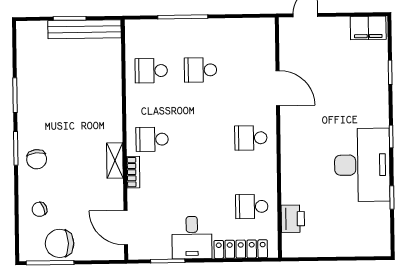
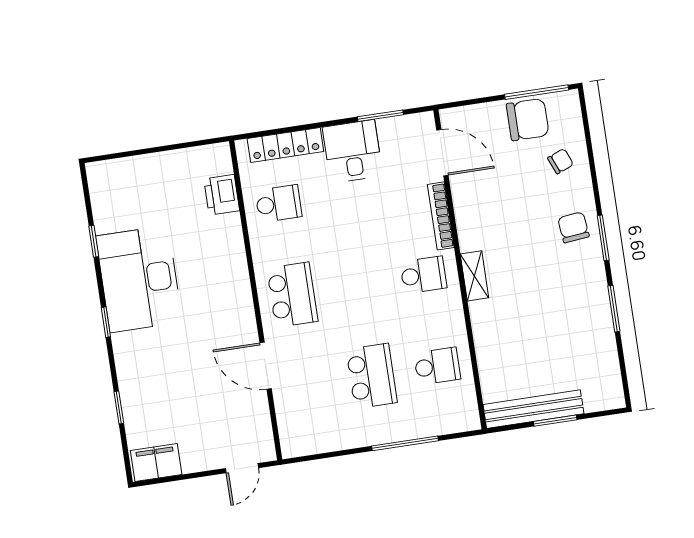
school desk: (200, 70) -> (372, 376), width x1.85
school desk: (251, 138) -> (292, 295), width x1.85
shelving: (115, 160) -> (474, 276), moved
bookcase: (133, 172) -> (441, 216), width x1.56

